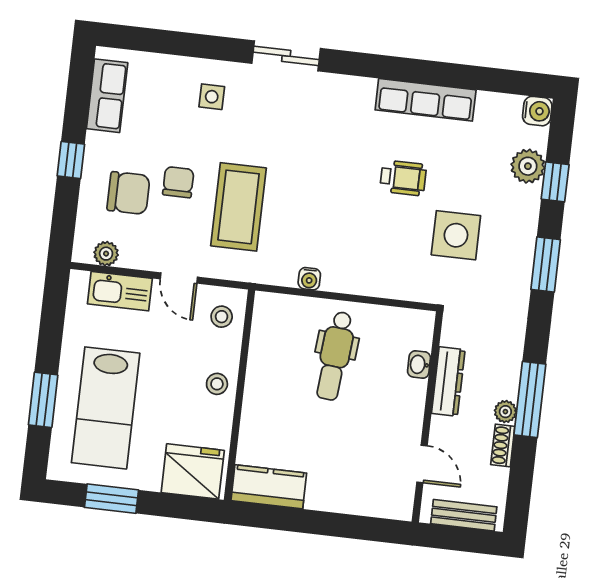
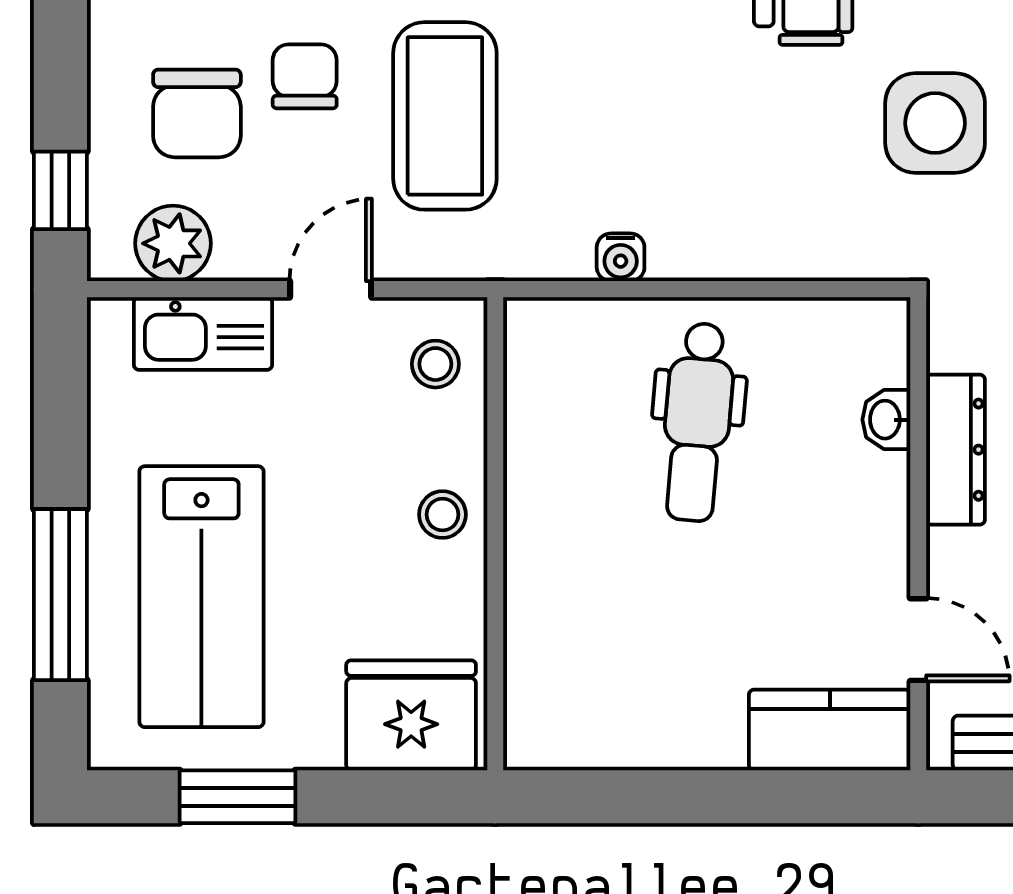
window: (71, 160) -> (60, 190), moved
chair: (128, 193) -> (197, 113), turned 90
plant: (106, 254) -> (173, 243), width x1.38, depth x1.38
door: (179, 278) -> (331, 289), swing flipped
window: (43, 400) -> (60, 595), width x1.44
kitchen counter: (269, 487) -> (830, 730), moved

